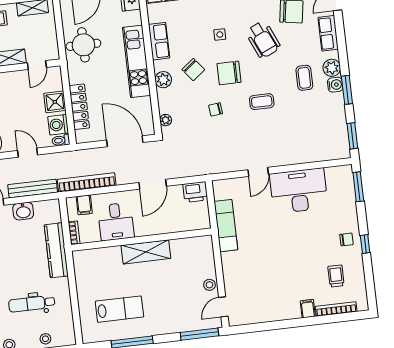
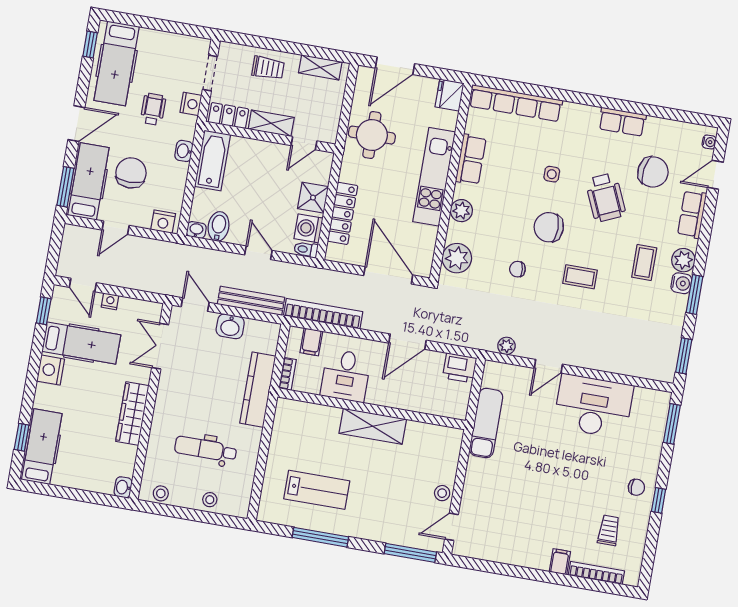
chair: (193, 70) -> (504, 209), removed
plant: (166, 120) -> (457, 258), width x1.88, depth x1.88
plant: (224, 166) -> (506, 346), added

